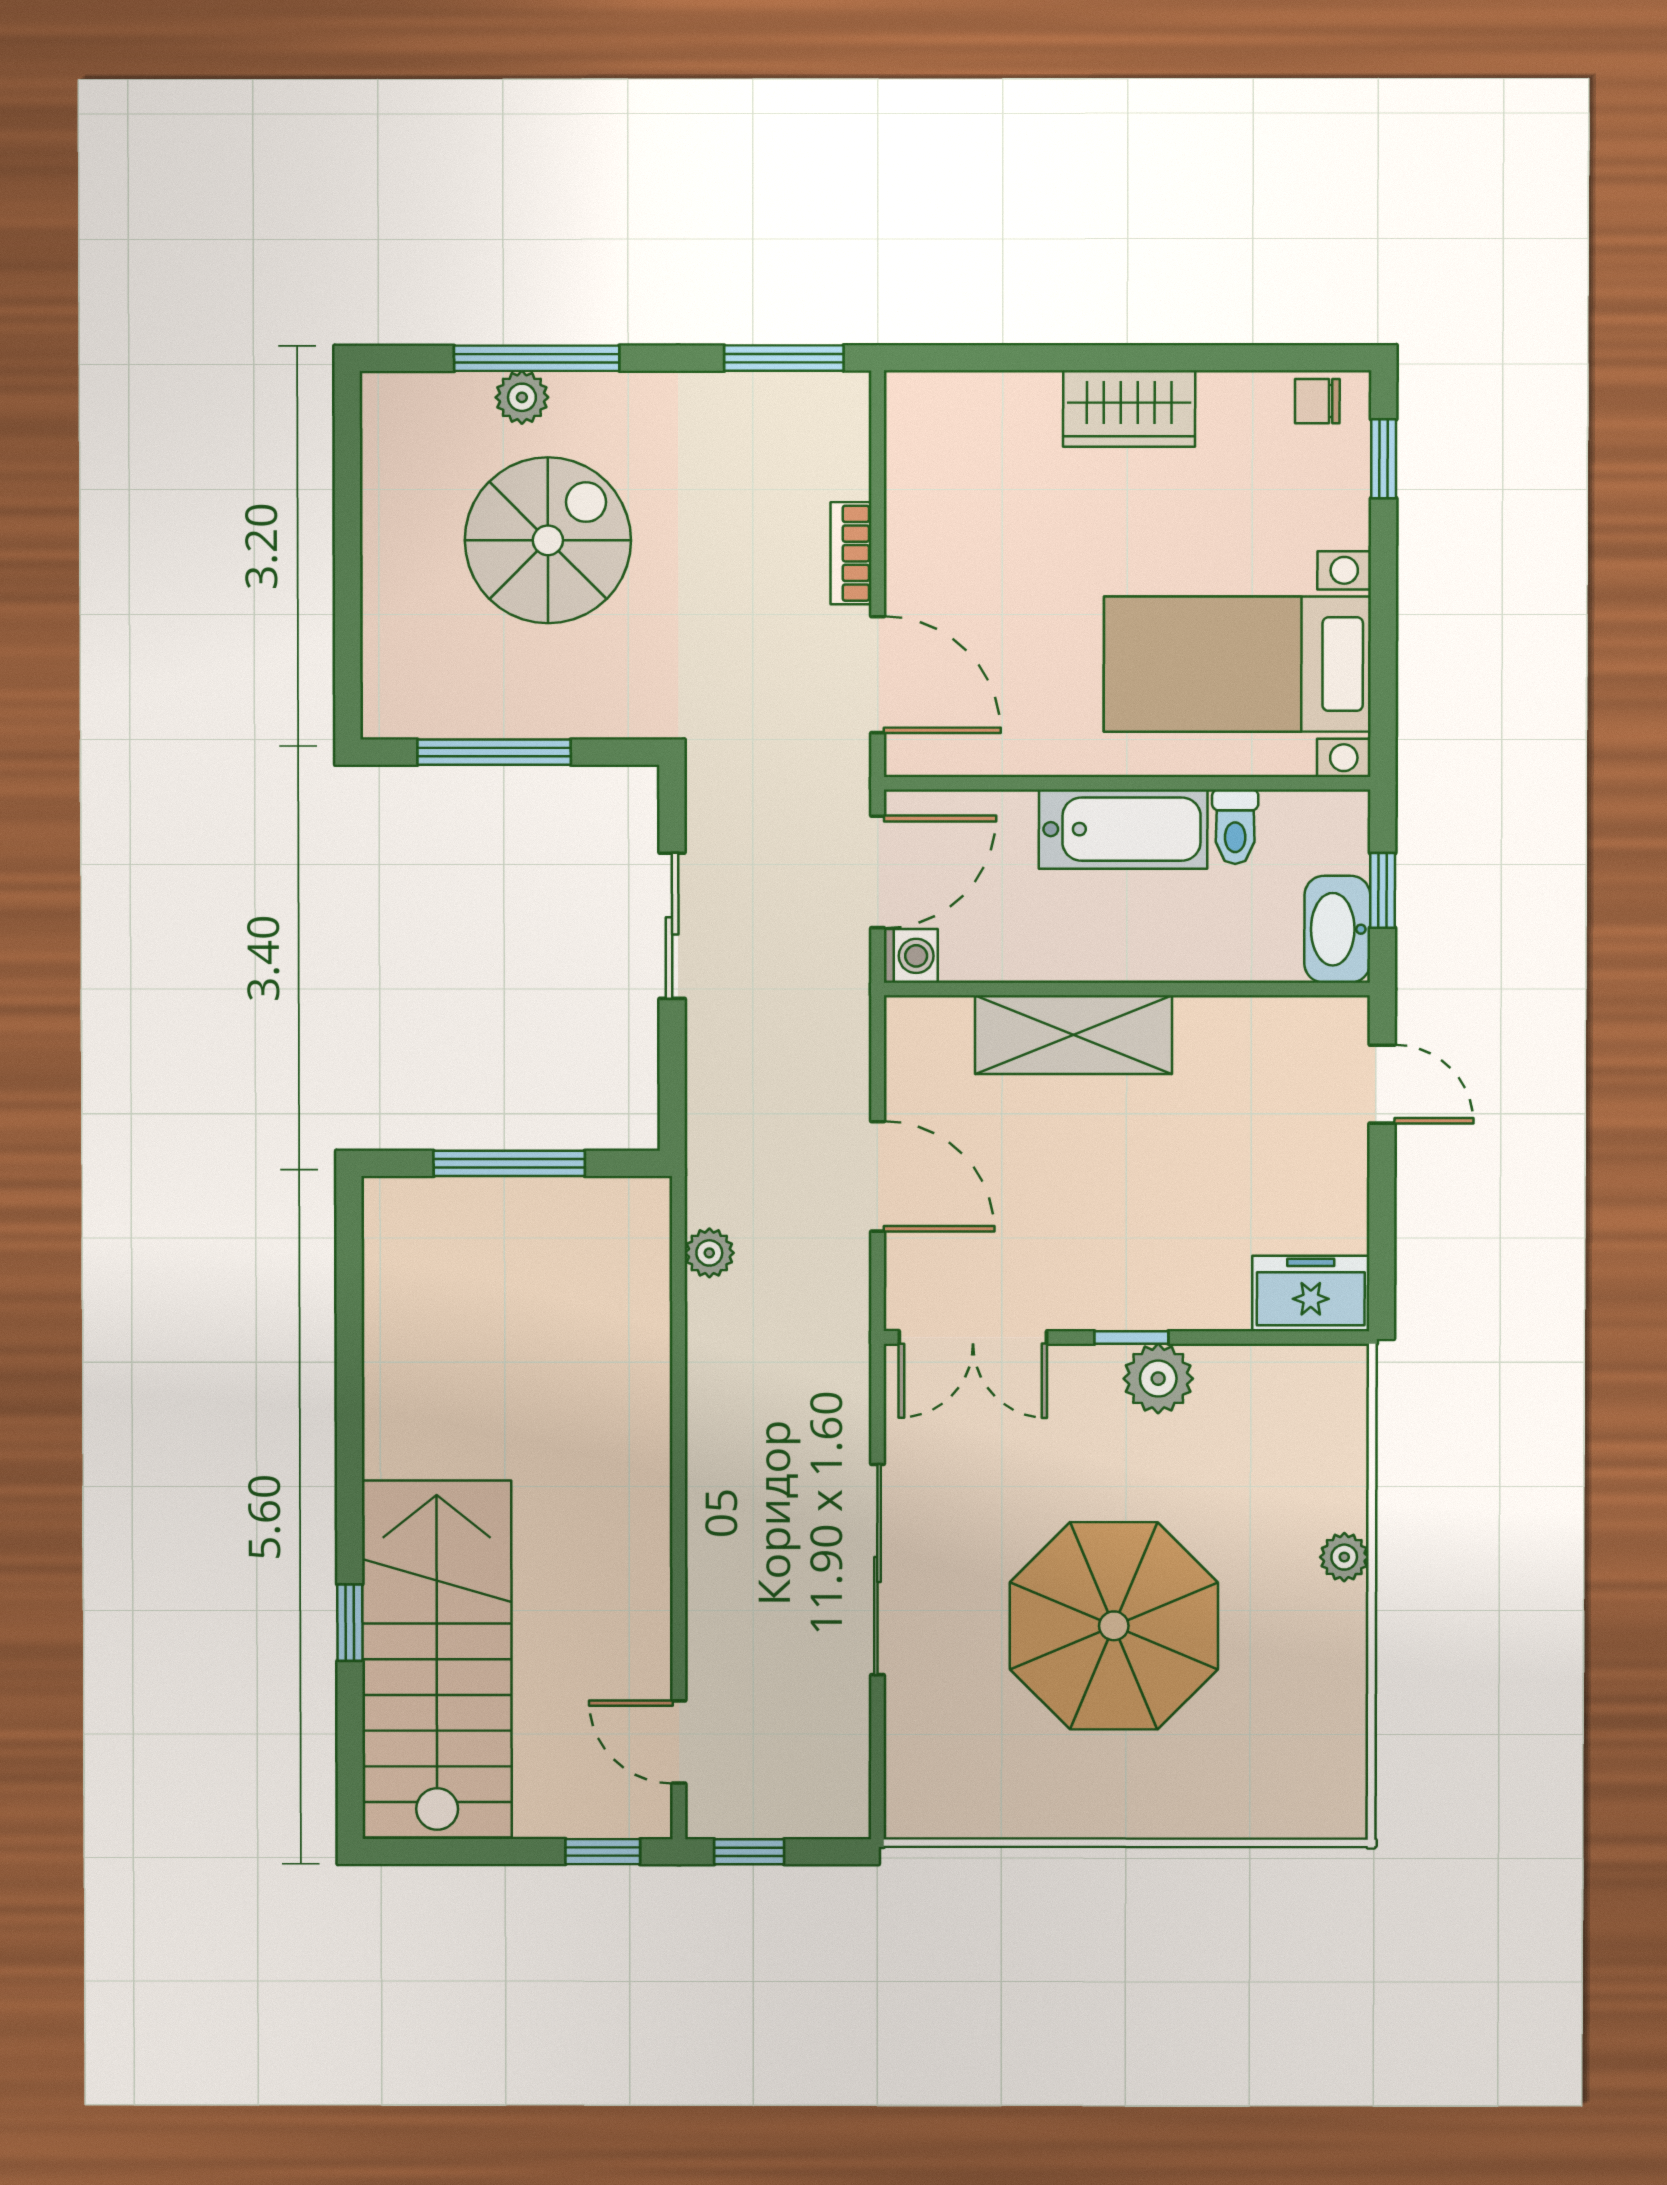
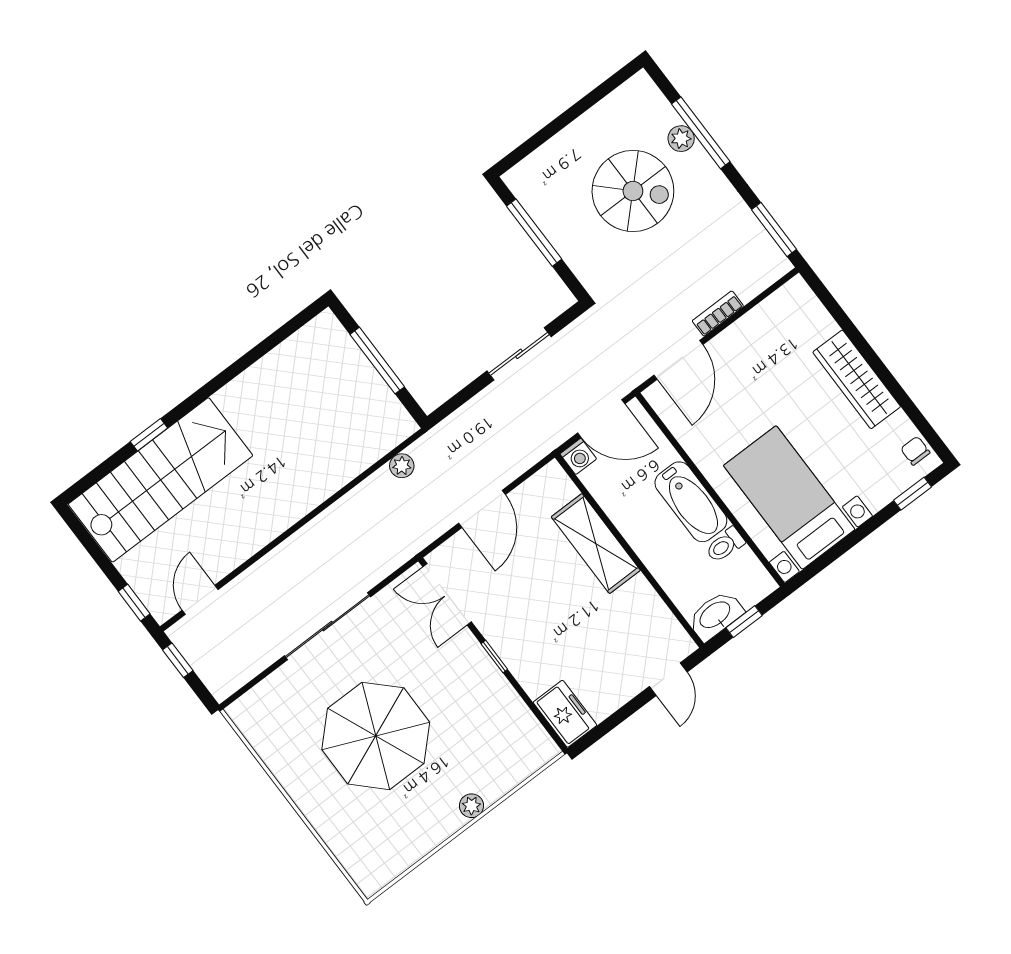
wardrobe: (1129, 409) -> (857, 379), width x1.50
plant: (1158, 1379) -> (486, 679), removed

